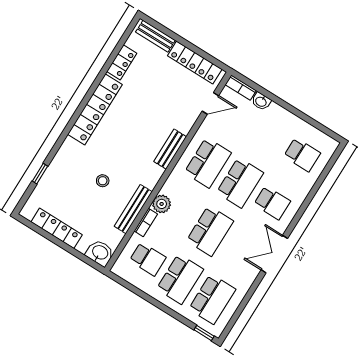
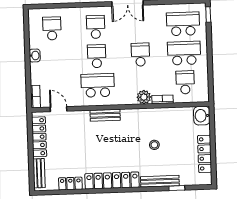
washbasin: (261, 101) -> (35, 56), moved
school desk: (240, 183) -> (97, 56), width x0.54
bench: (133, 209) -> (160, 181), moved
school desk: (210, 231) -> (140, 55), width x0.54

